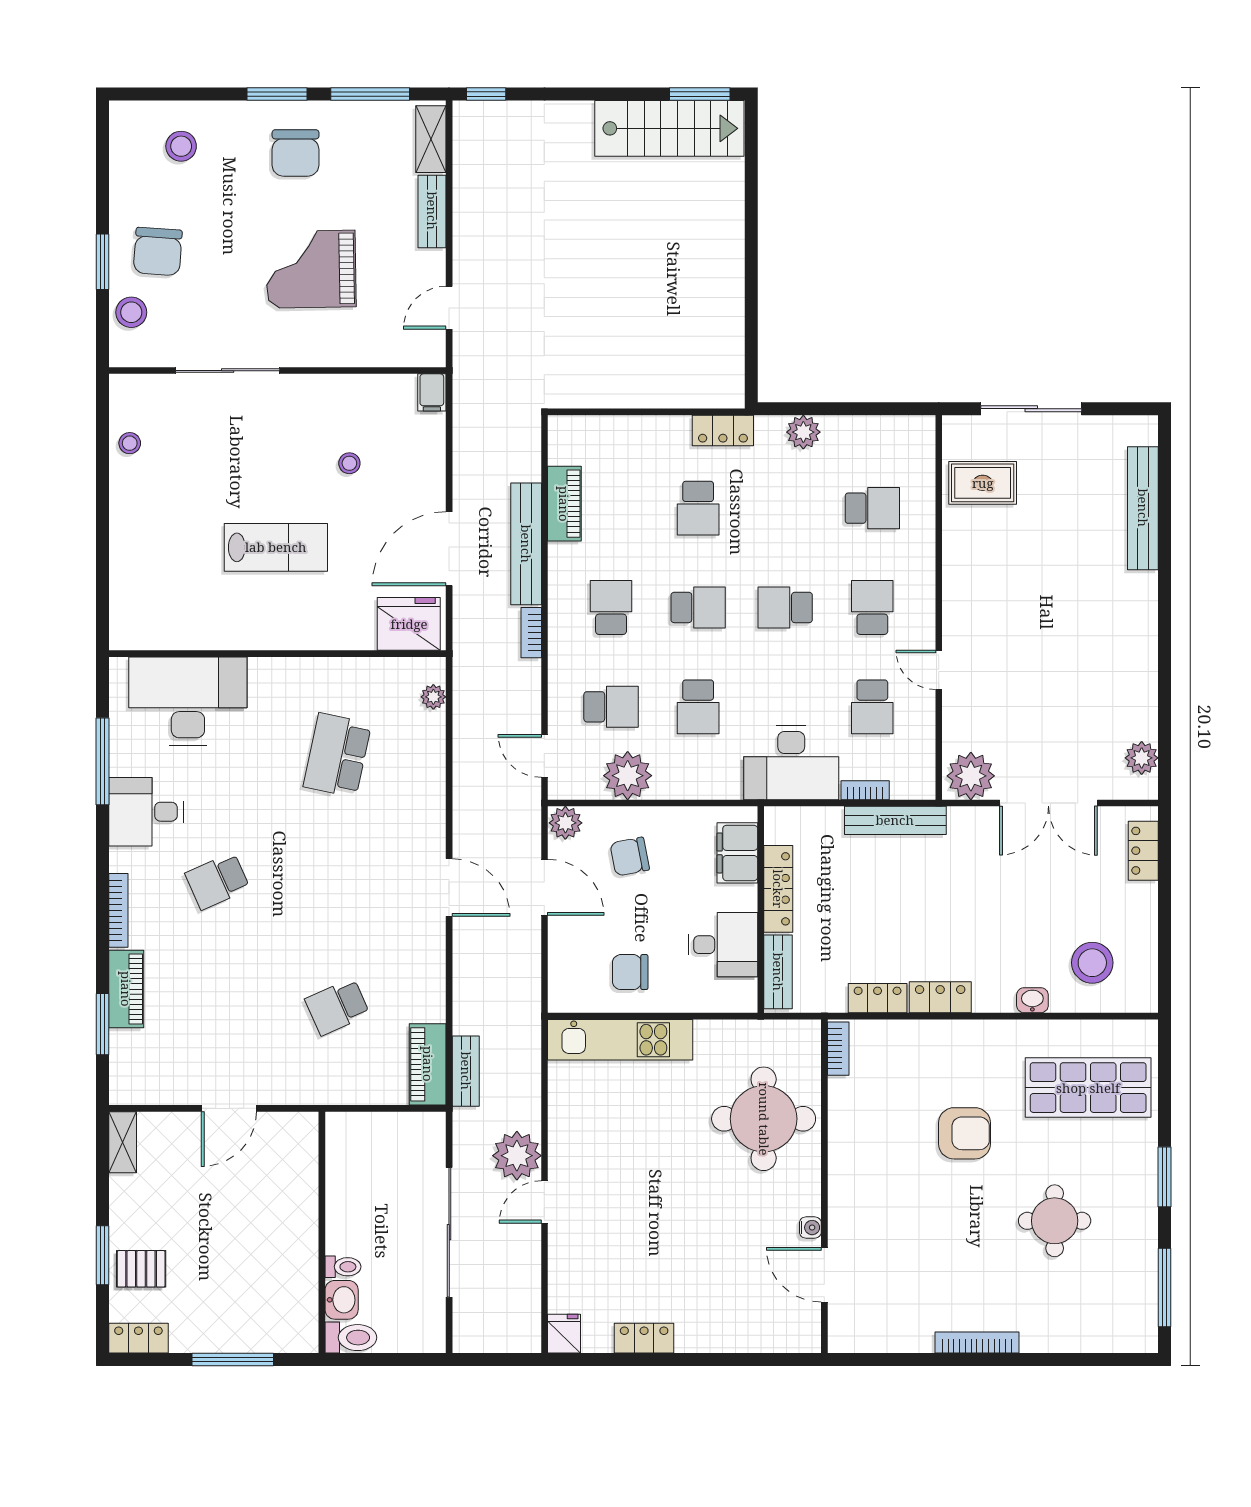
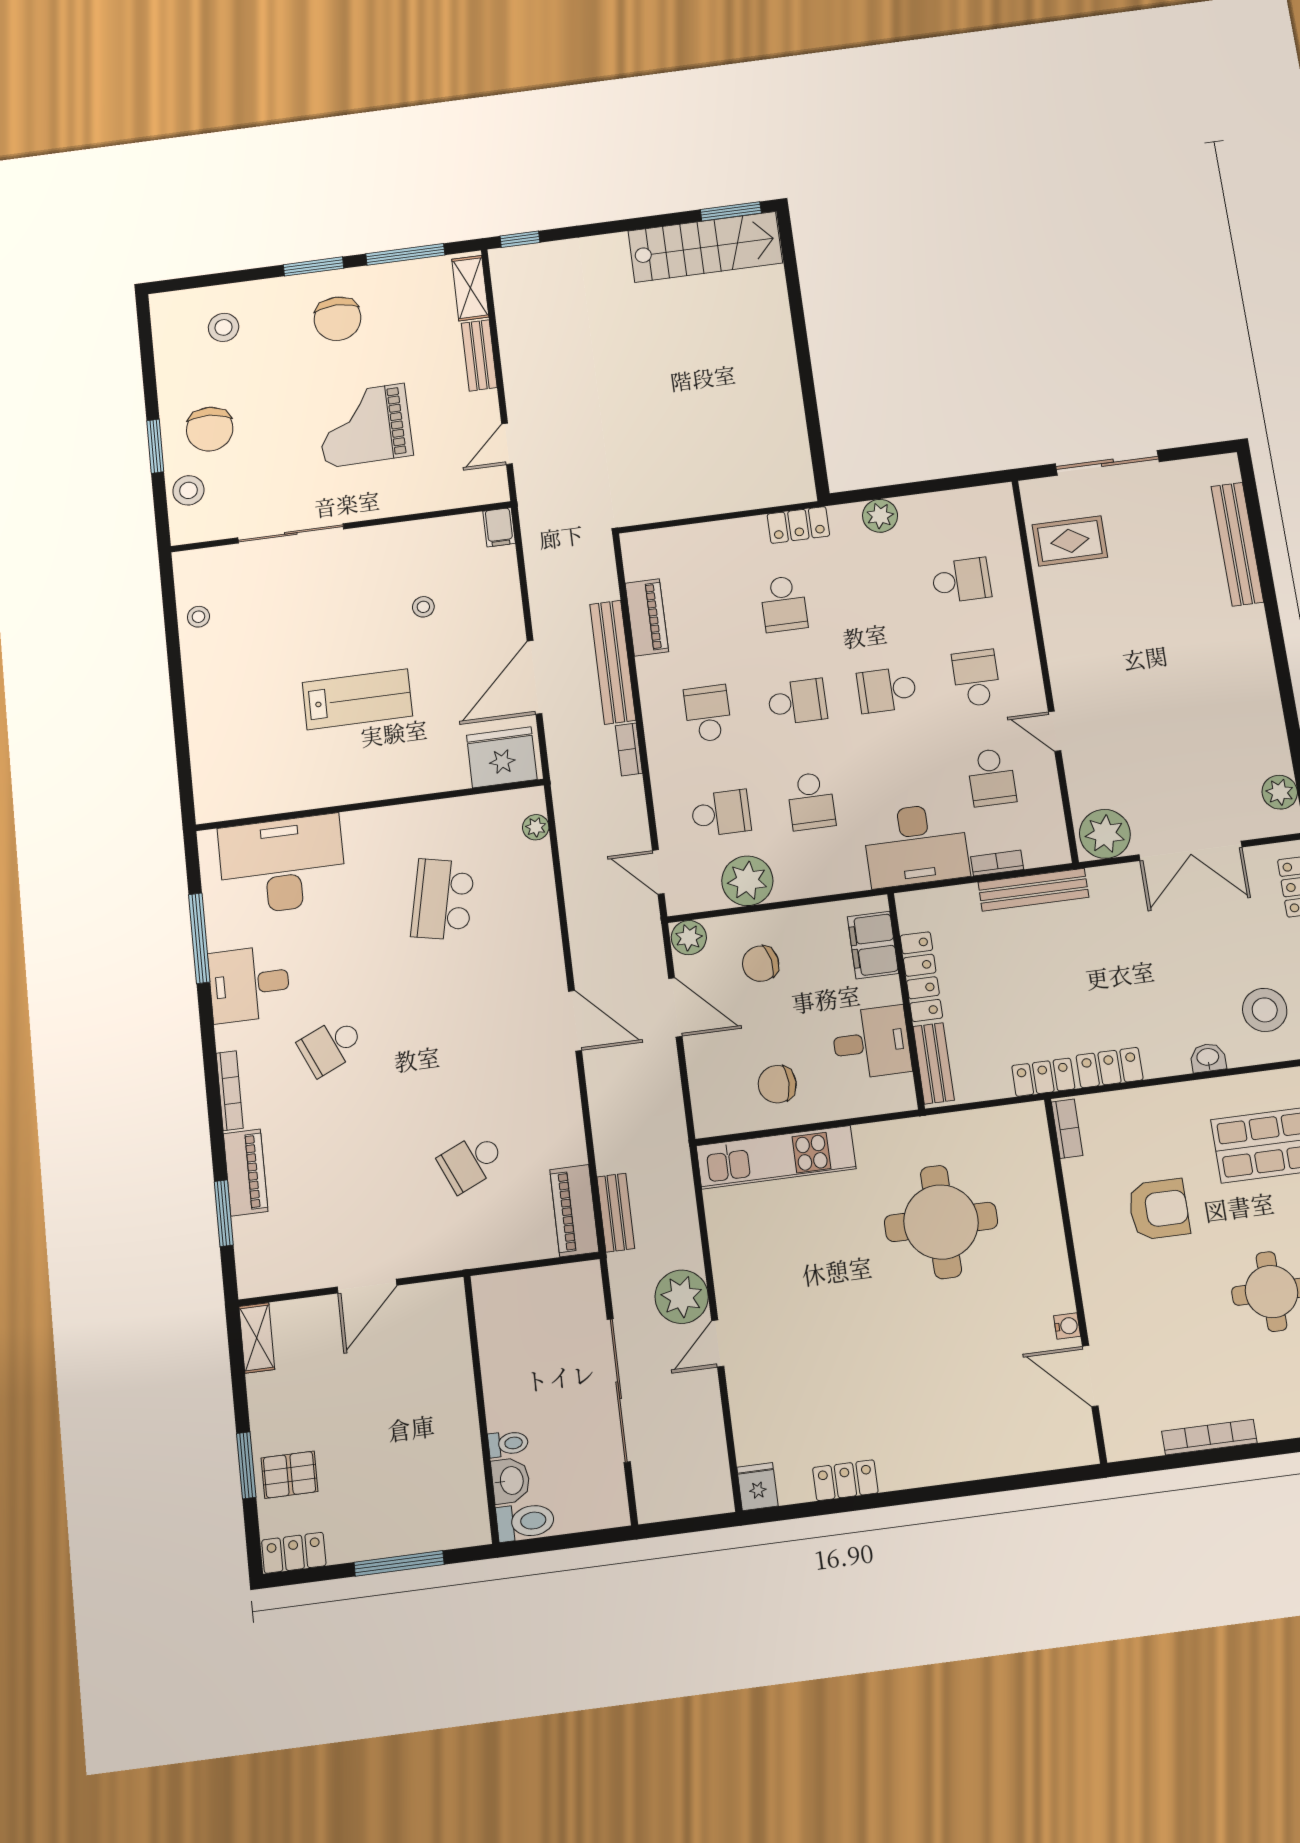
bookcase: (838, 1049) -> (1067, 1129), moved
wall: (824, 1186) -> (1075, 1279), moved
water cooler: (810, 1228) -> (1067, 1326), moved
door: (824, 1275) -> (1090, 1376), moved

